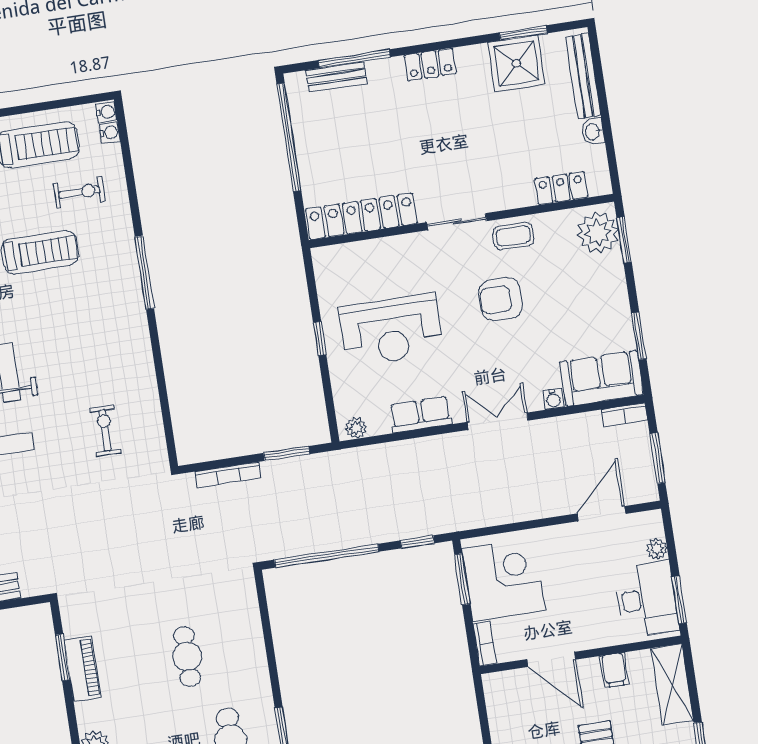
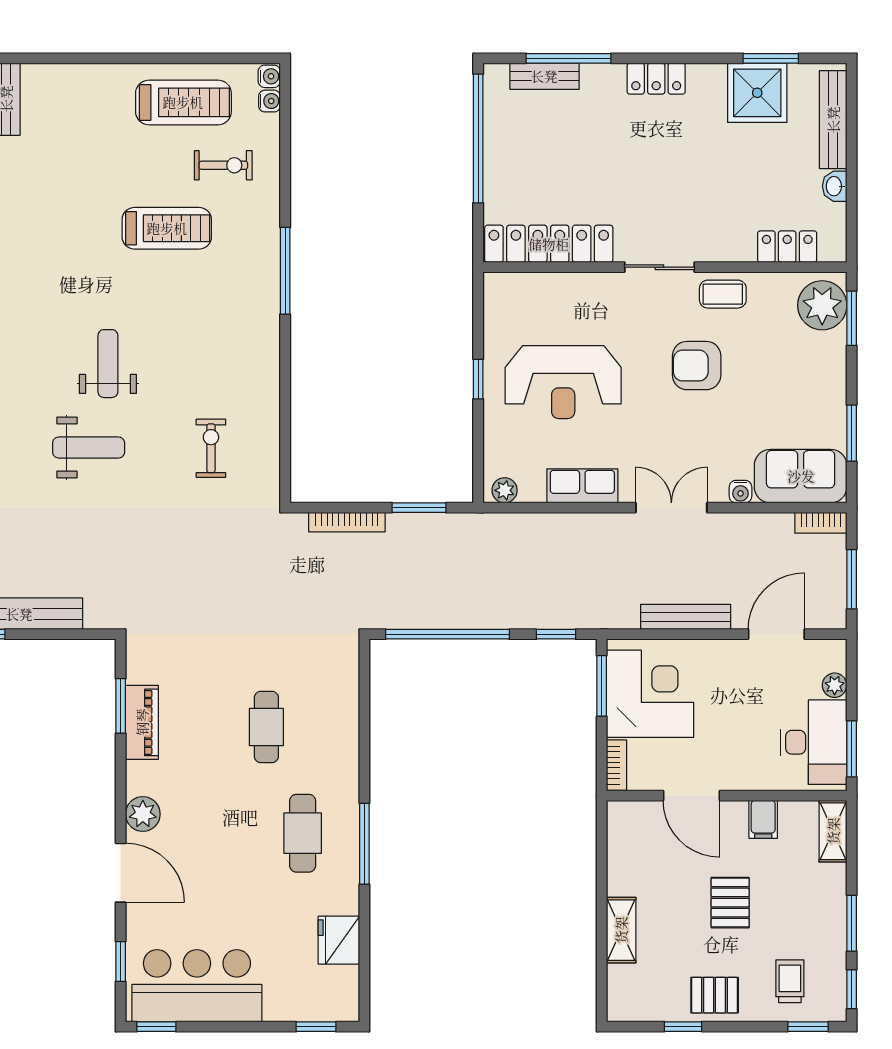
bench: (523, 511) -> (686, 617), added
shelving: (672, 685) -> (833, 831), width x0.67, depth x0.75

